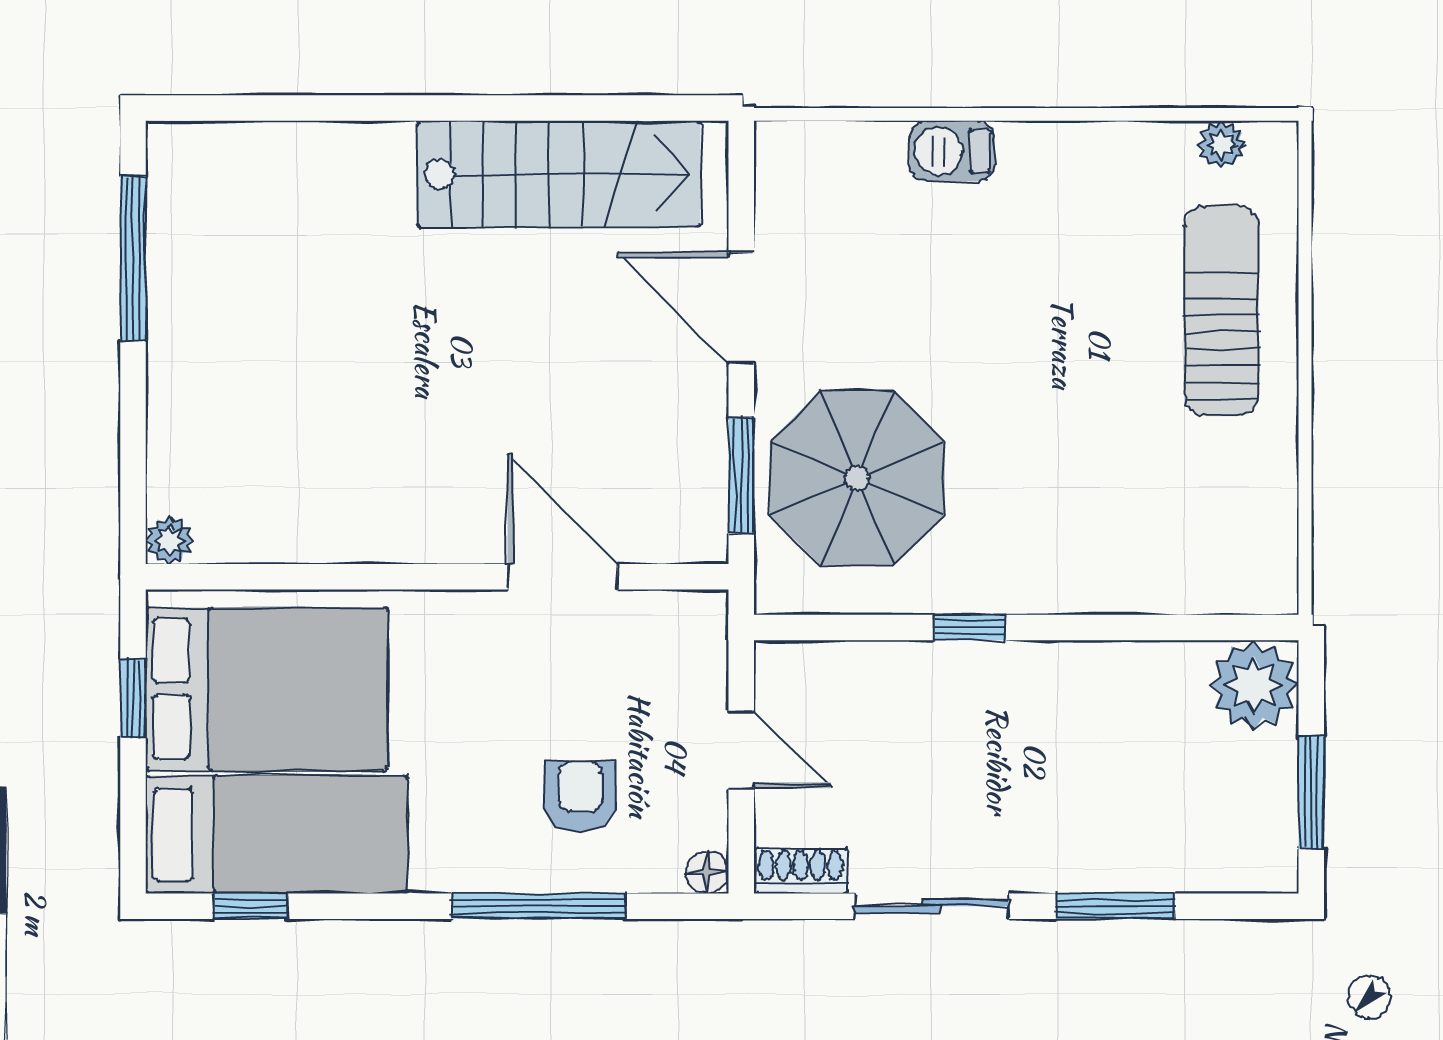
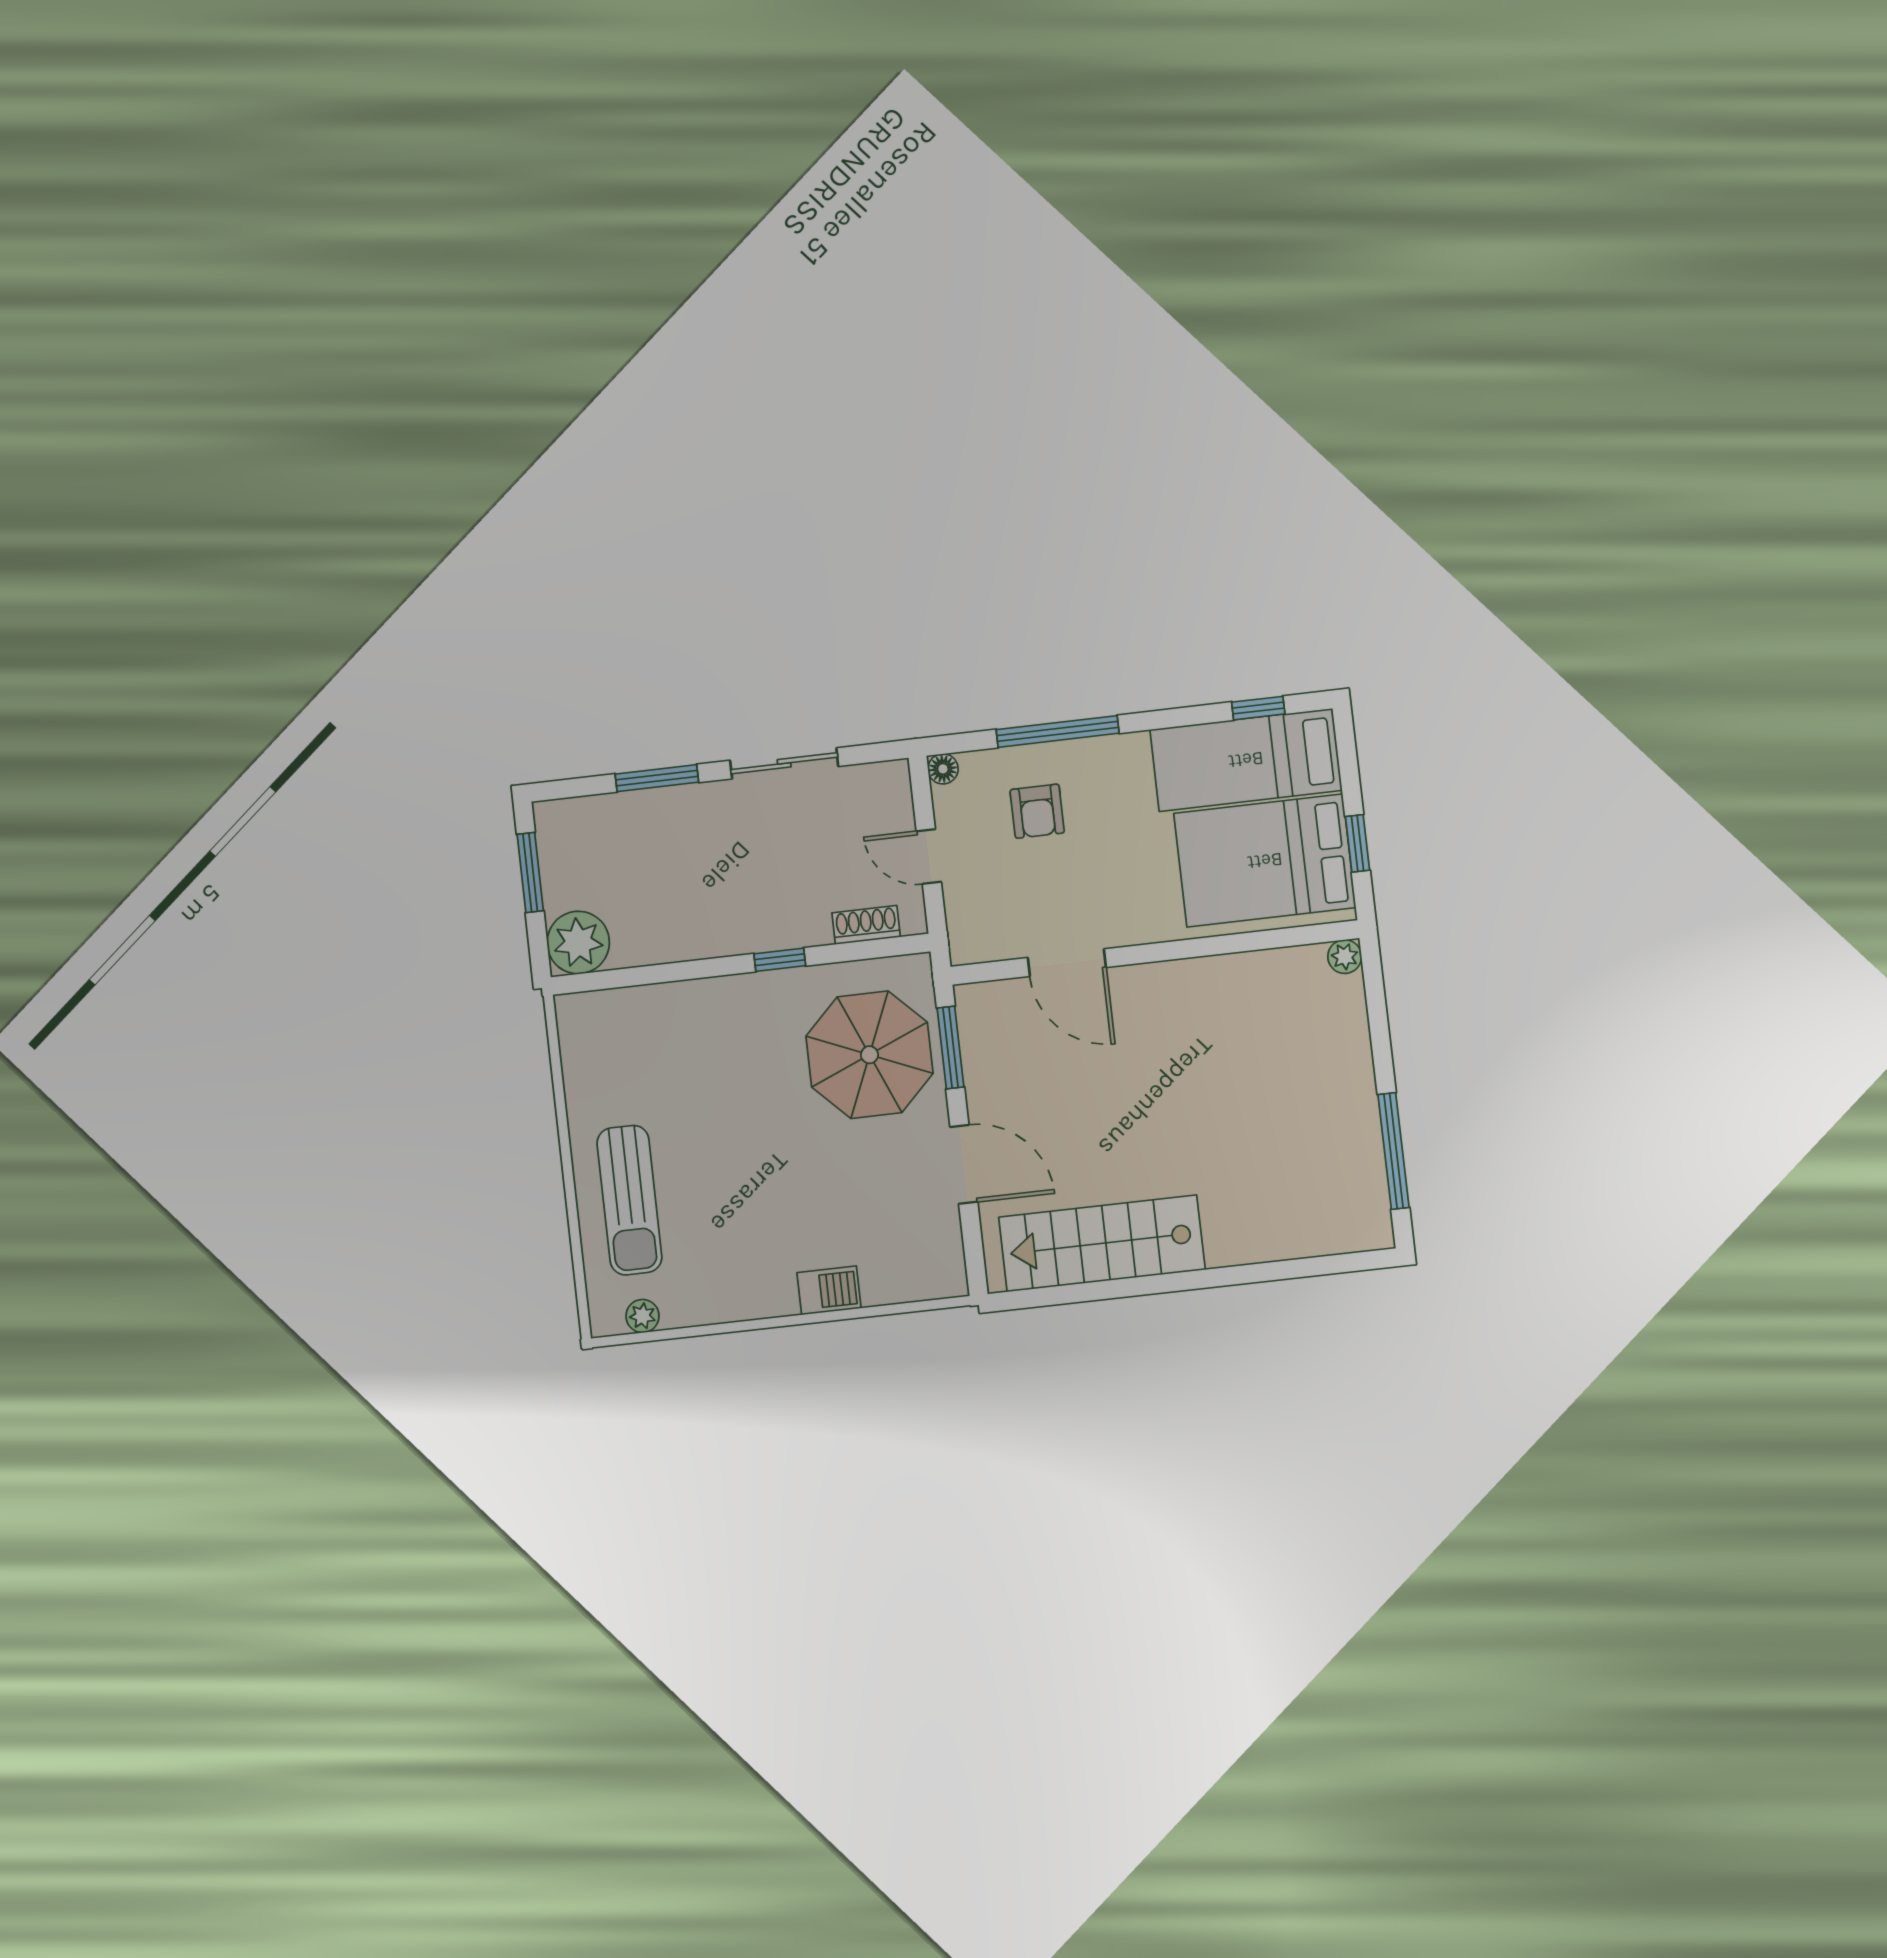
shoe rack: (801, 871) -> (866, 925), moved, turned 180

